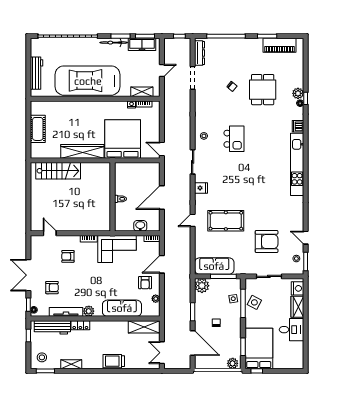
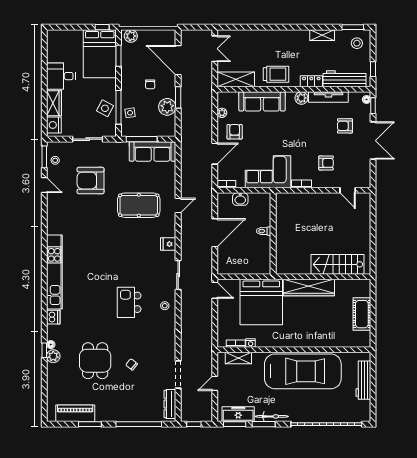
plant: (202, 286) -> (167, 107), moved
trolley: (114, 361) -> (276, 74), moved

